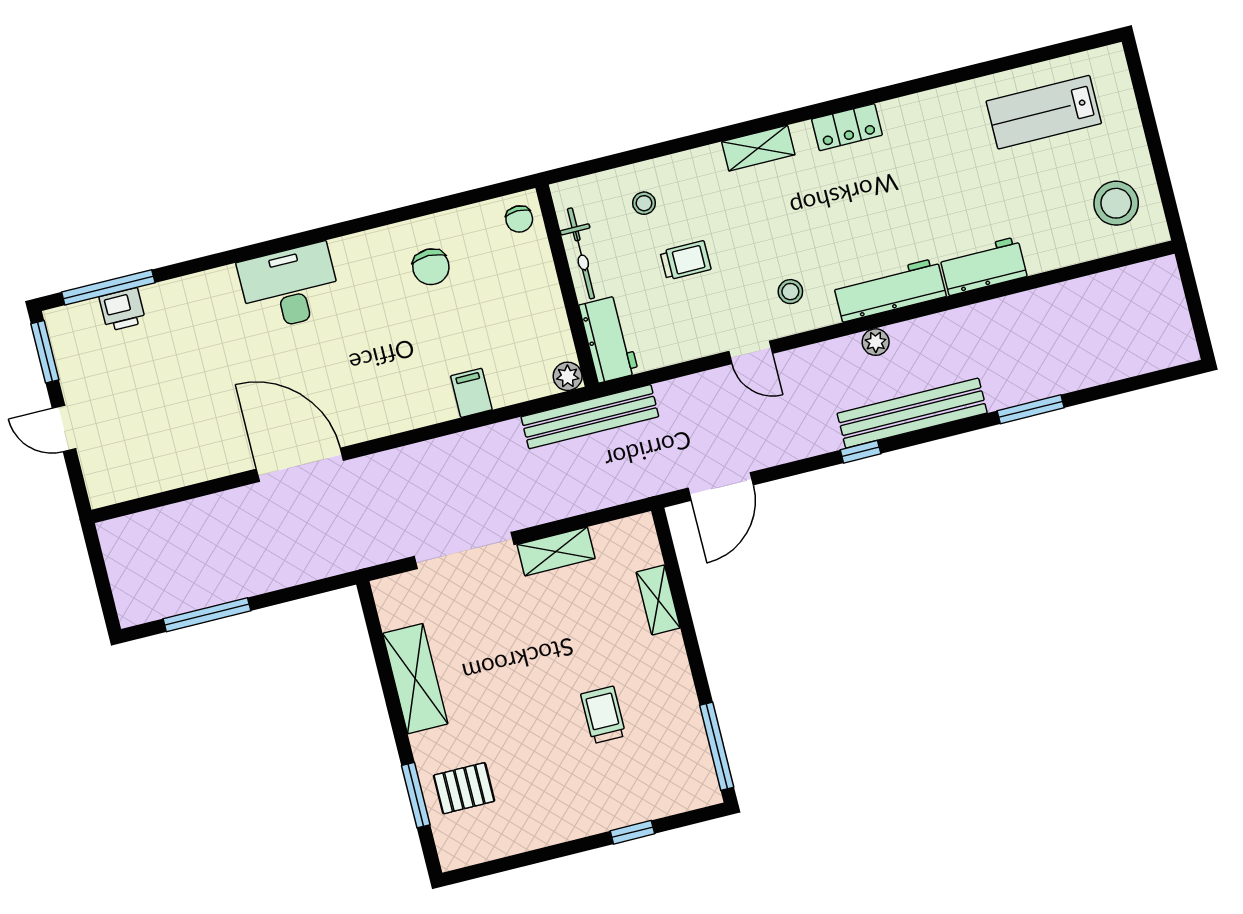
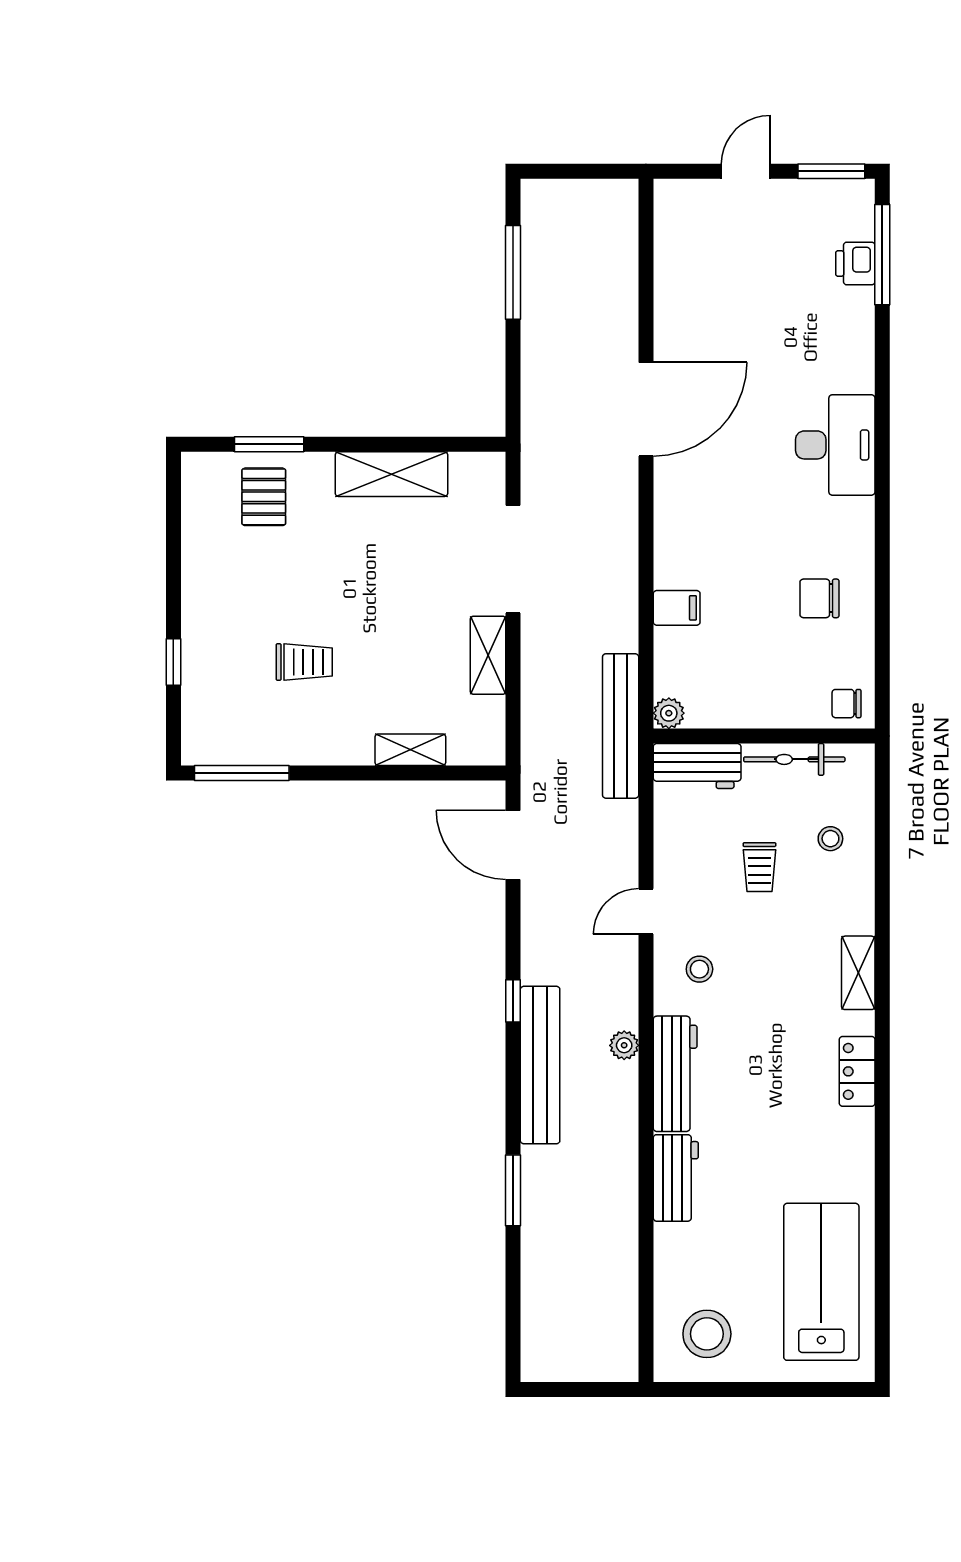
lab bench: (1044, 112) -> (821, 1282), width x1.36, depth x1.39

